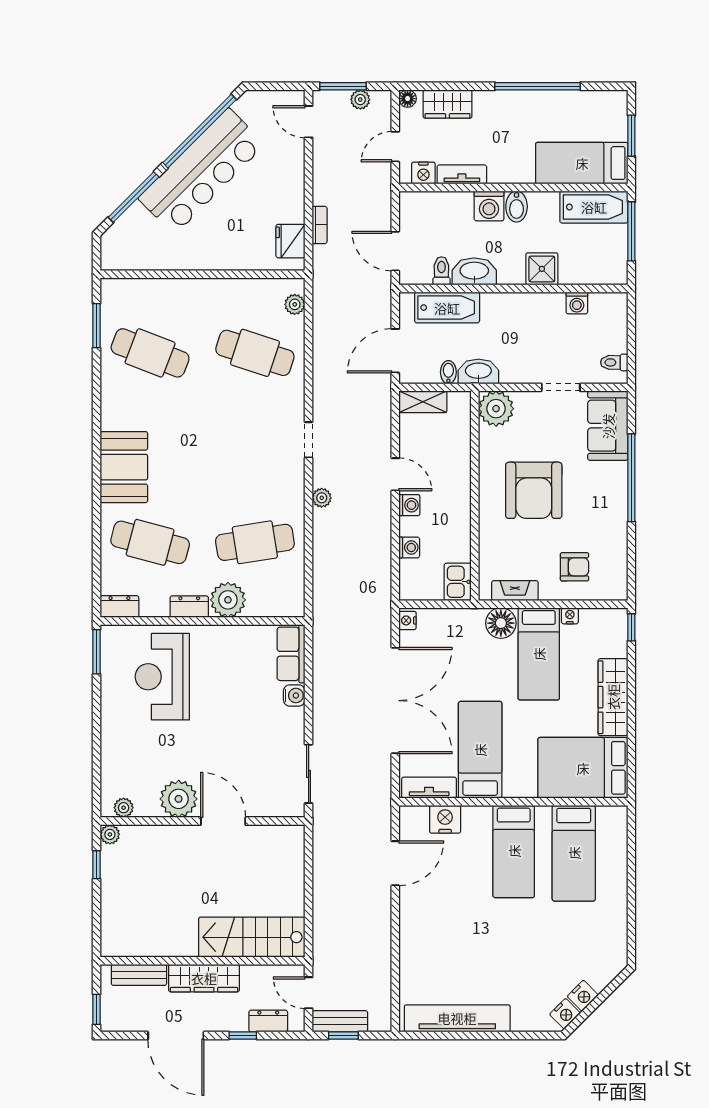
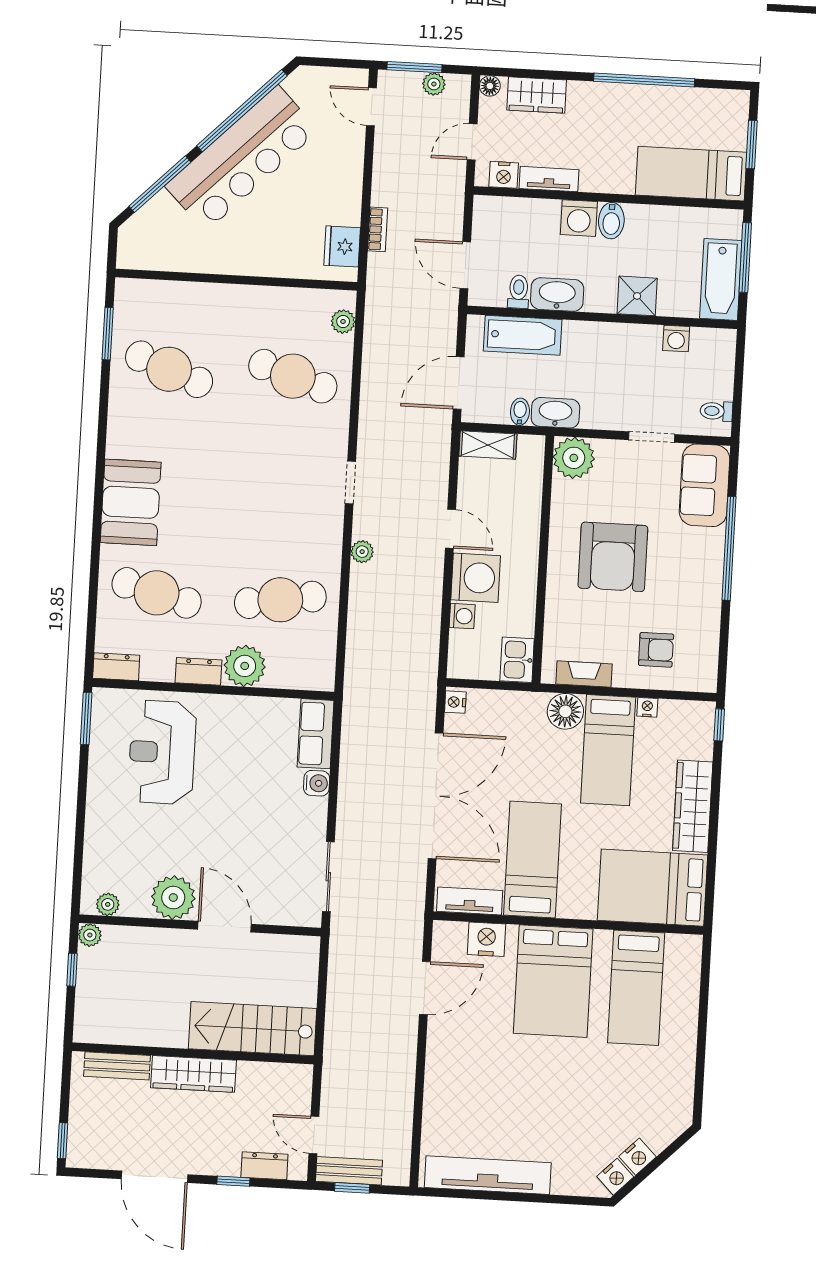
bathtub: (594, 207) -> (721, 279), moved, turned 90
washing machine: (409, 505) -> (476, 578), width x1.89, depth x1.89
bed: (514, 851) -> (553, 981), width x1.50
stairs: (252, 937) -> (253, 1029), moved
wall: (203, 961) -> (193, 1053), moved
bench: (139, 975) -> (117, 1066), moved
wardrobe: (204, 978) -> (194, 1074), moved

